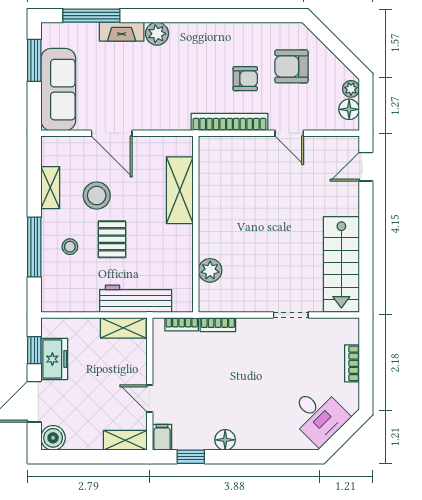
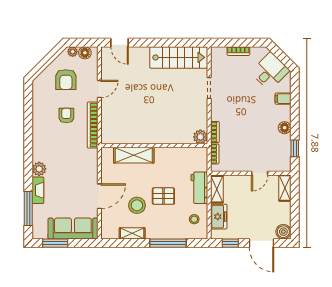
armchair: (291, 66) -> (66, 80), moved
stool: (70, 247) -> (194, 219), moved
plant: (210, 270) -> (200, 137), moved
workbench: (136, 299) -> (199, 188), width x0.73
freezer: (54, 359) -> (219, 217), moved, turned 90
filing cabinet: (162, 437) -> (283, 99), moved

